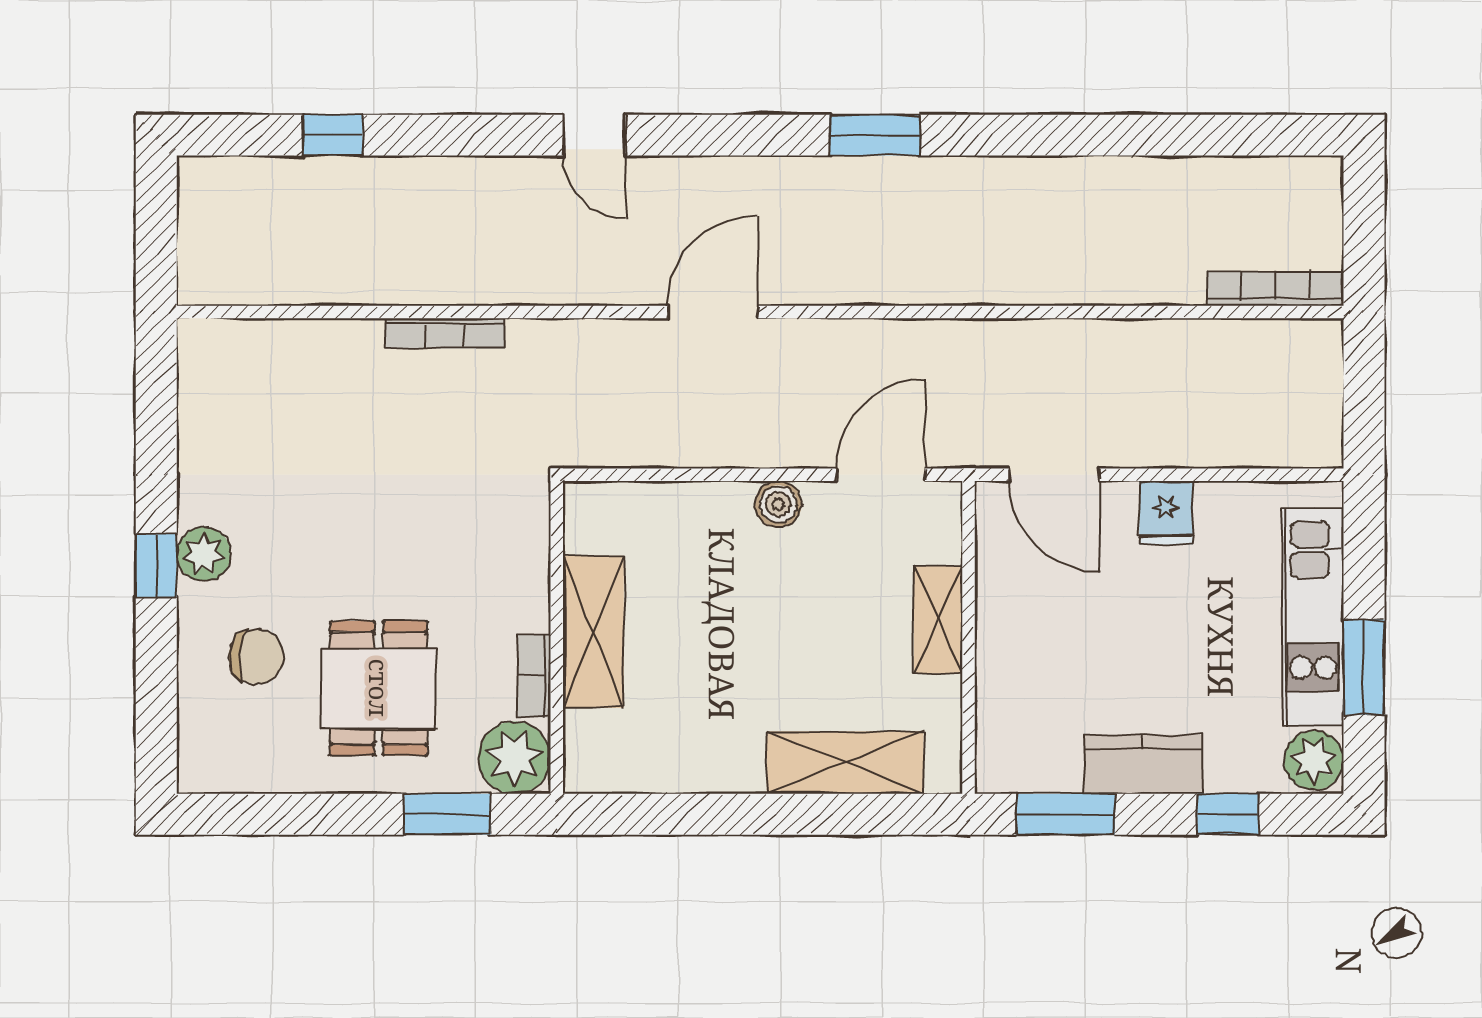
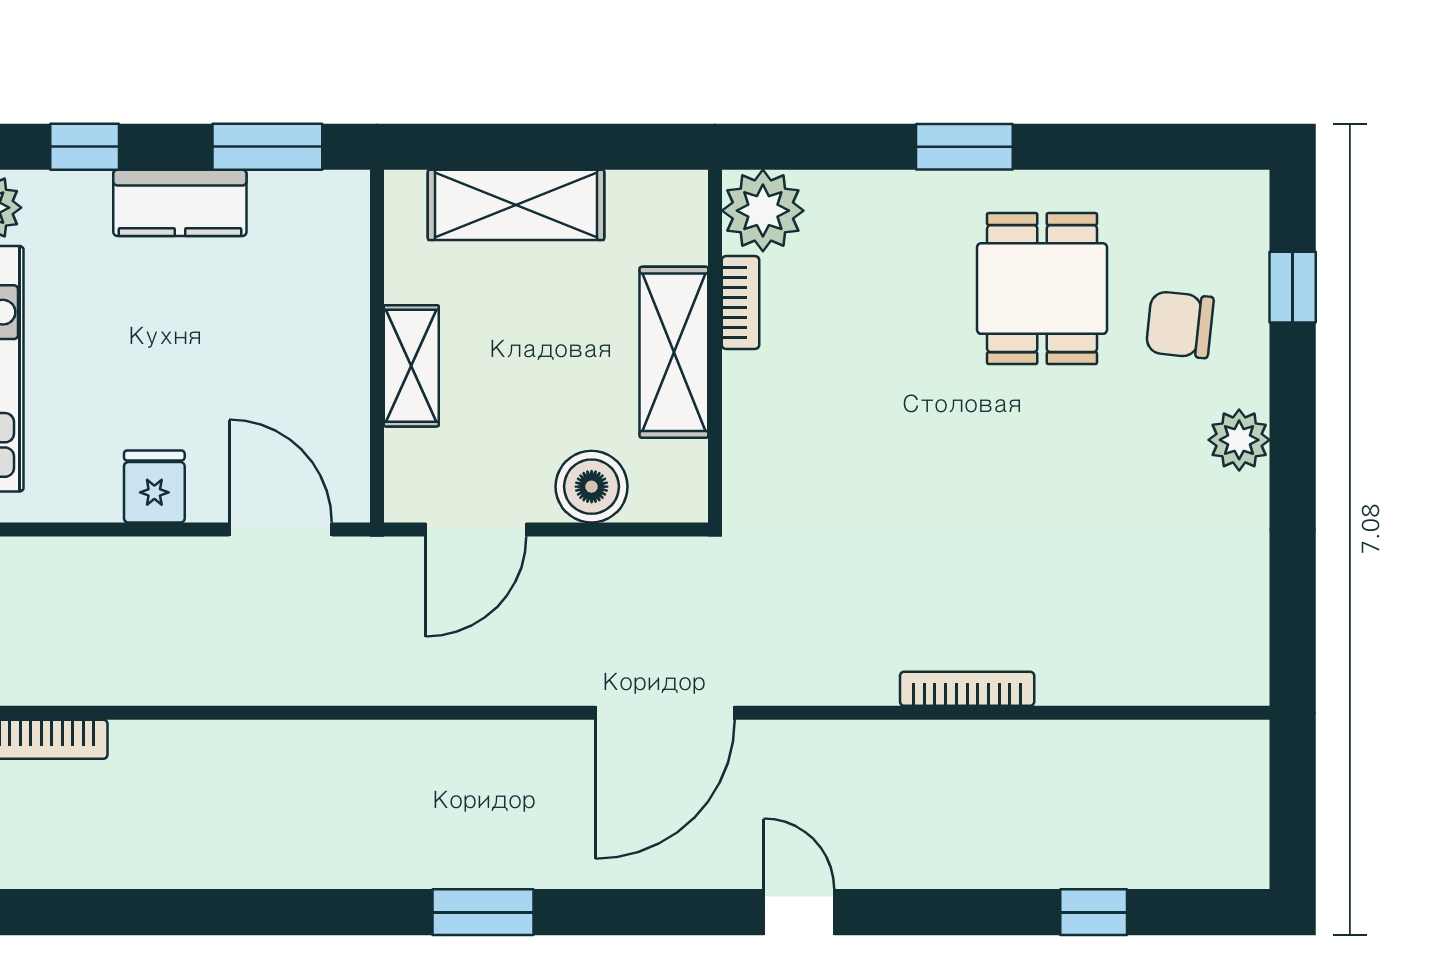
door: (713, 312) -> (665, 713), width x1.36
boiler: (778, 504) -> (592, 487), width x1.36, depth x1.36
window: (156, 565) -> (1293, 287), moved
shelving: (593, 632) -> (674, 352), moved
wall: (557, 637) -> (715, 346), moved
bookcase: (534, 676) -> (741, 302), moved
plant: (514, 758) -> (763, 211), moved

